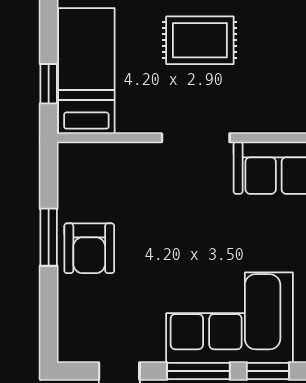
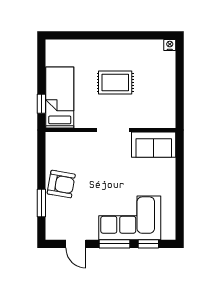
window: (49, 237) -> (41, 203), moved
armchair: (89, 248) -> (61, 184), turned -80

